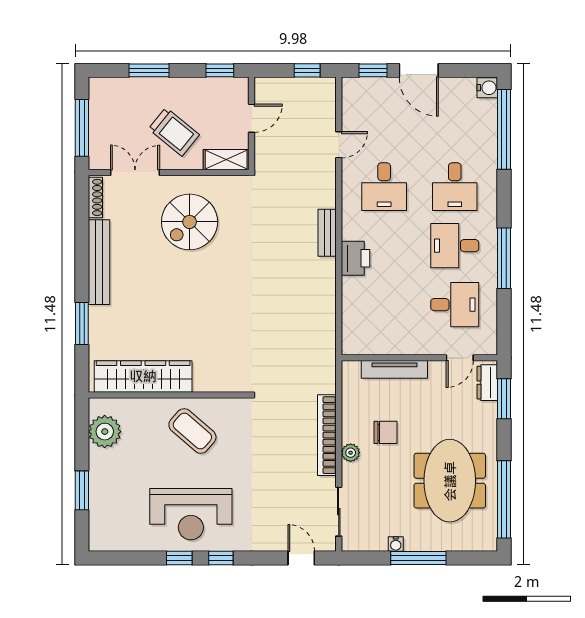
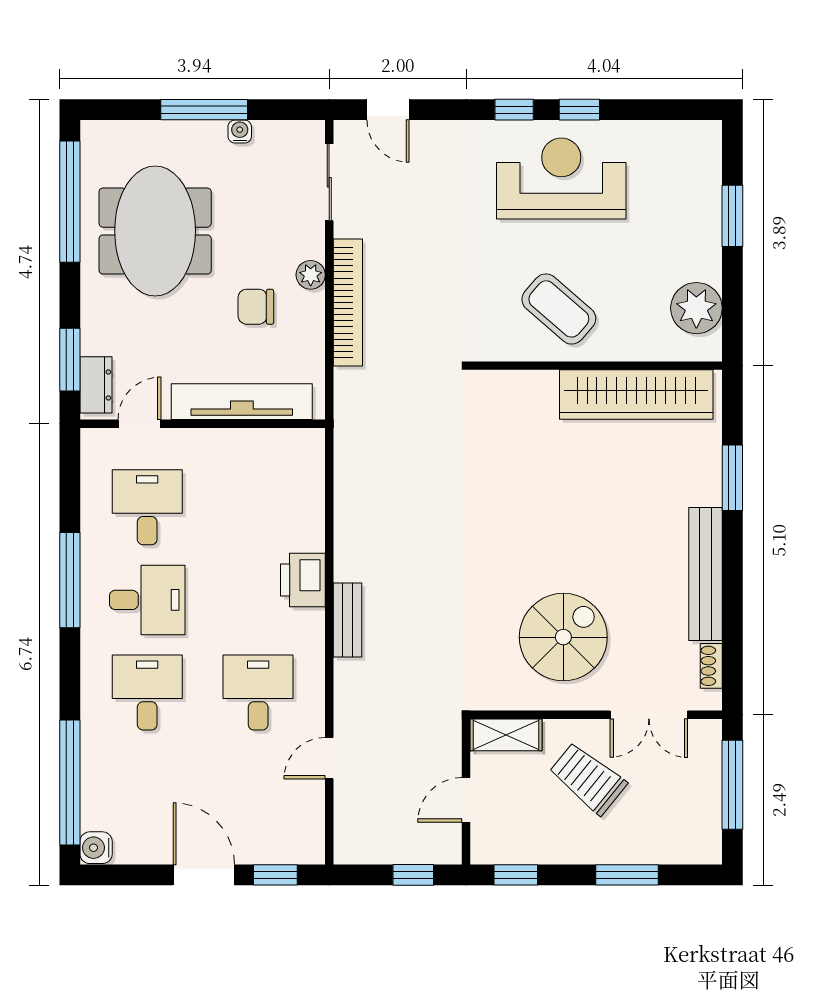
window: (307, 70) -> (413, 875), moved
shoe rack: (95, 197) -> (711, 666), width x0.70
desk: (455, 305) -> (147, 507), turned 90
tv unit: (394, 369) -> (242, 402), width x1.36, depth x1.29

